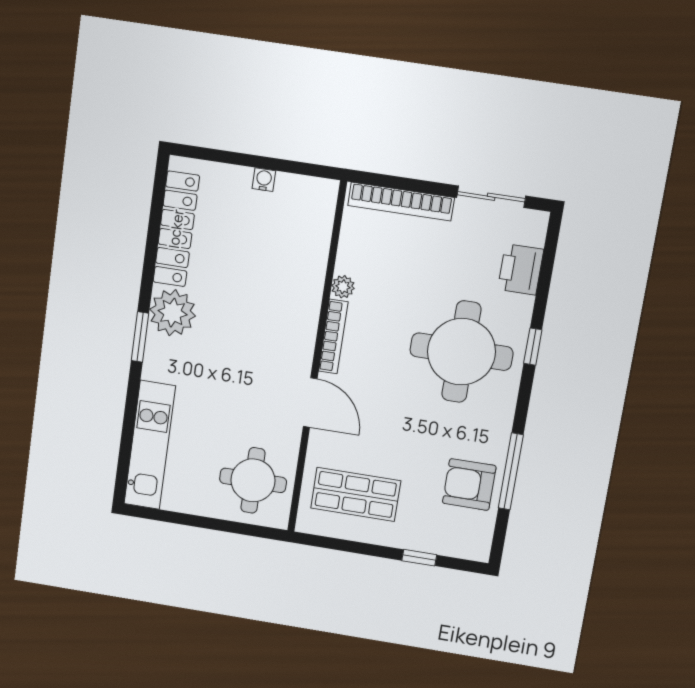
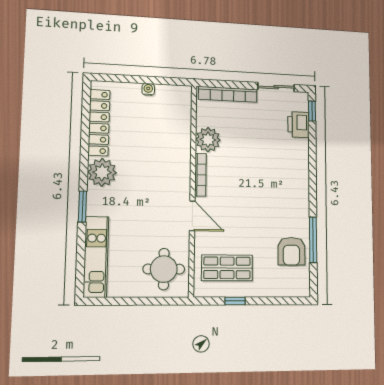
plant: (343, 287) -> (208, 140), width x1.88, depth x1.88
window: (140, 337) -> (82, 207), moved
window: (533, 347) -> (312, 111), moved
round table: (461, 352) -> (274, 174), removed
armchair: (469, 484) -> (291, 251), turned -90
window: (419, 558) -> (235, 301), moved

